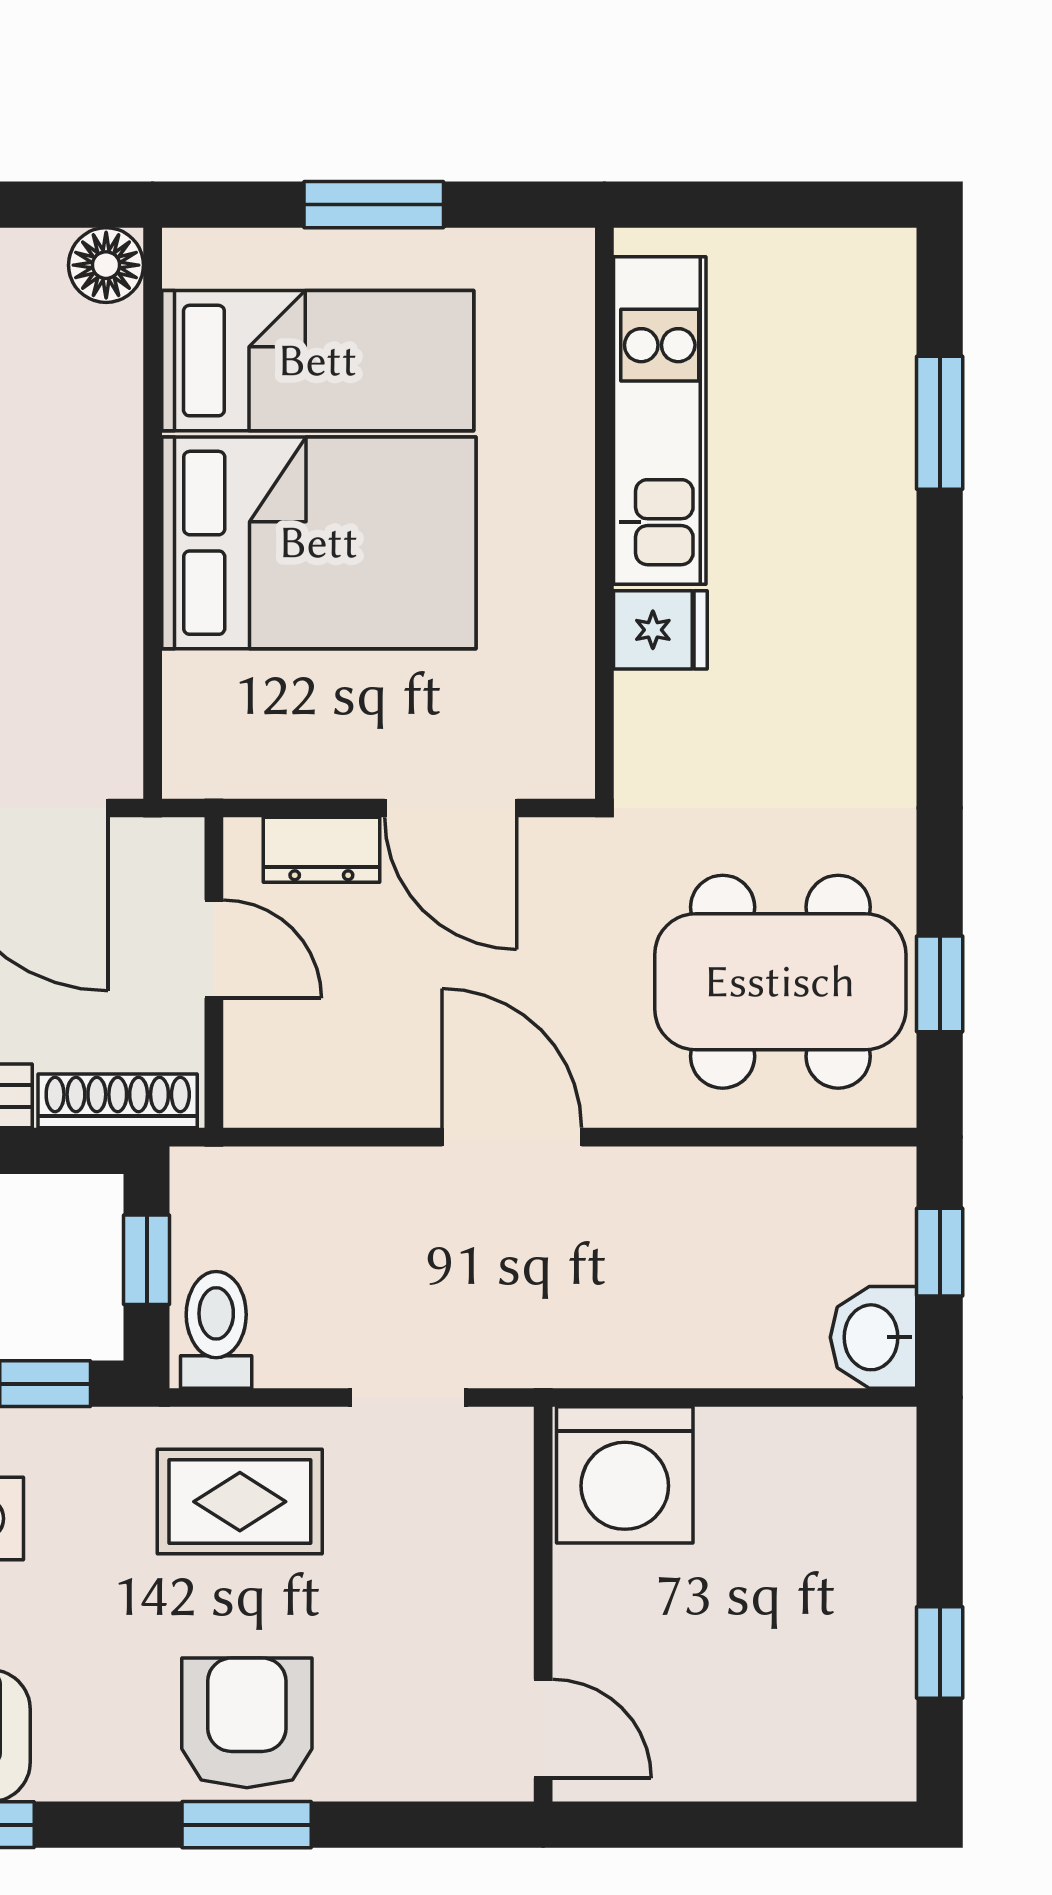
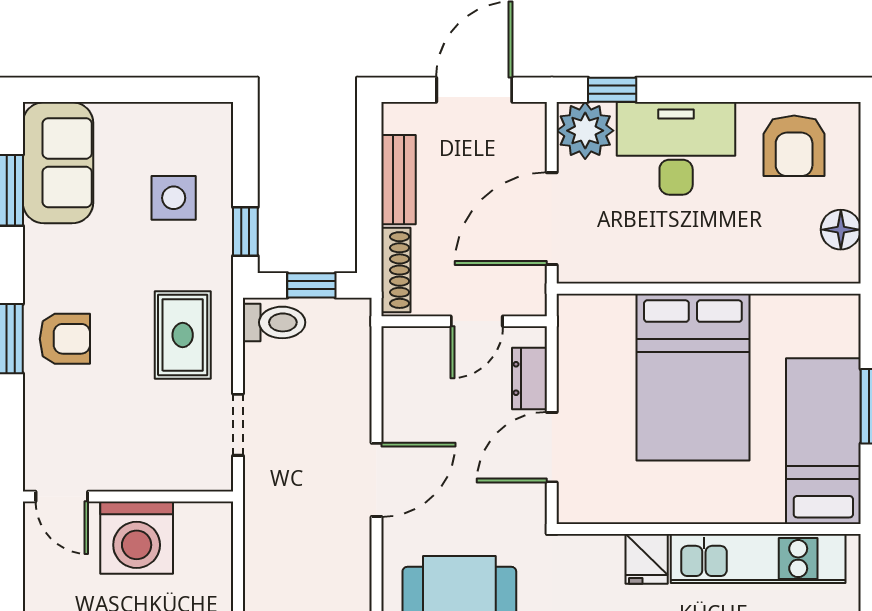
floor lamp: (106, 265) -> (841, 230), moved
bed: (318, 361) -> (823, 441), moved, turned 180
washing machine: (625, 1475) -> (137, 538), moved, turned -90
armchair: (247, 1723) -> (65, 339), width x0.72, depth x0.72
door: (543, 1729) -> (62, 496), hinge flipped

